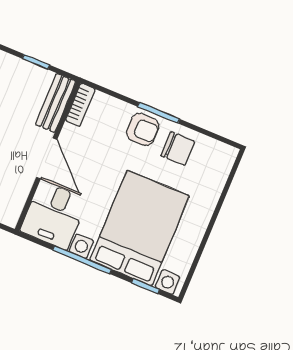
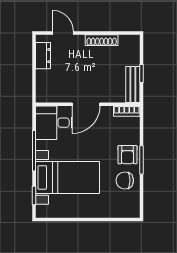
bench: (56, 103) -> (133, 84), moved, turned 90
chair: (178, 149) -> (125, 180), turned 90
bed with nightstands: (140, 228) -> (67, 177), width x0.73

